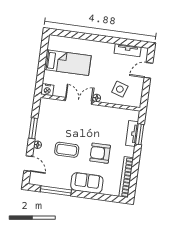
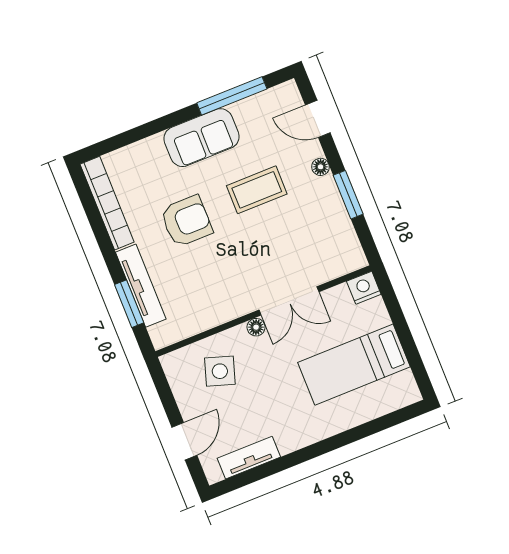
tv unit: (132, 134) -> (141, 286), width x1.41
sofa: (87, 183) -> (201, 138), moved

